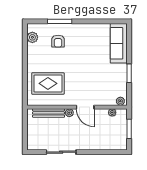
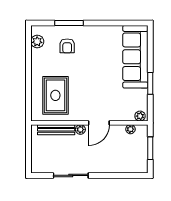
sofa: (119, 43) -> (135, 57), width x1.36, depth x1.27
rug: (48, 83) -> (55, 95), turned 90
door: (85, 107) -> (99, 123), hinge flipped

